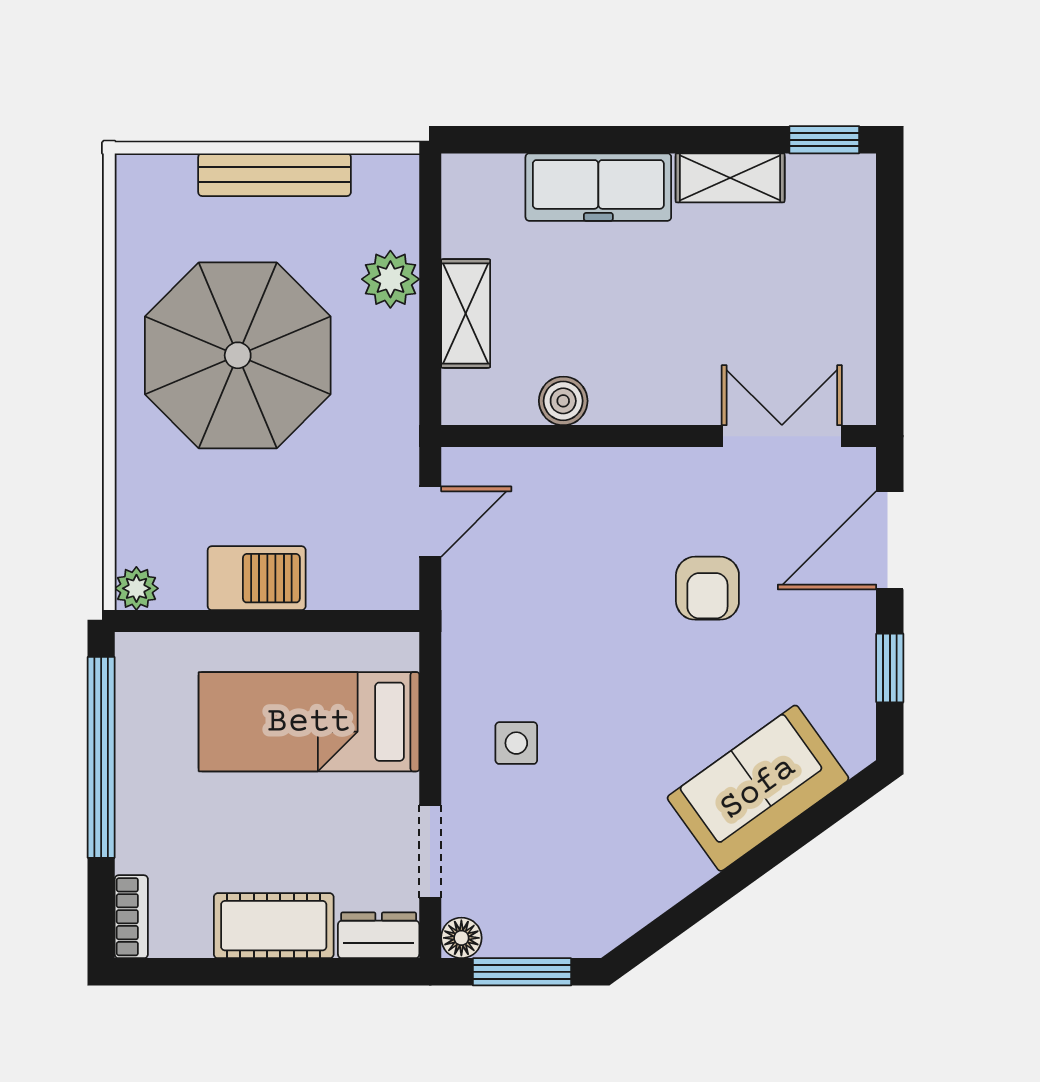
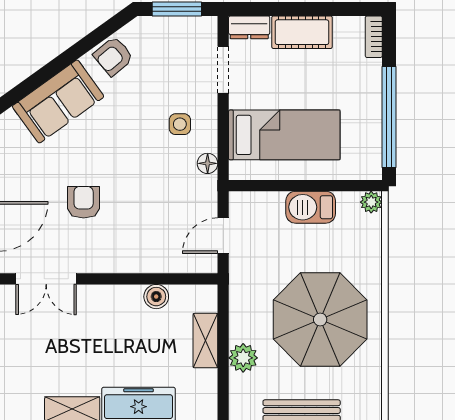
armchair: (648, 878) -> (113, 56), added
floor lamp: (461, 938) -> (208, 163), moved

